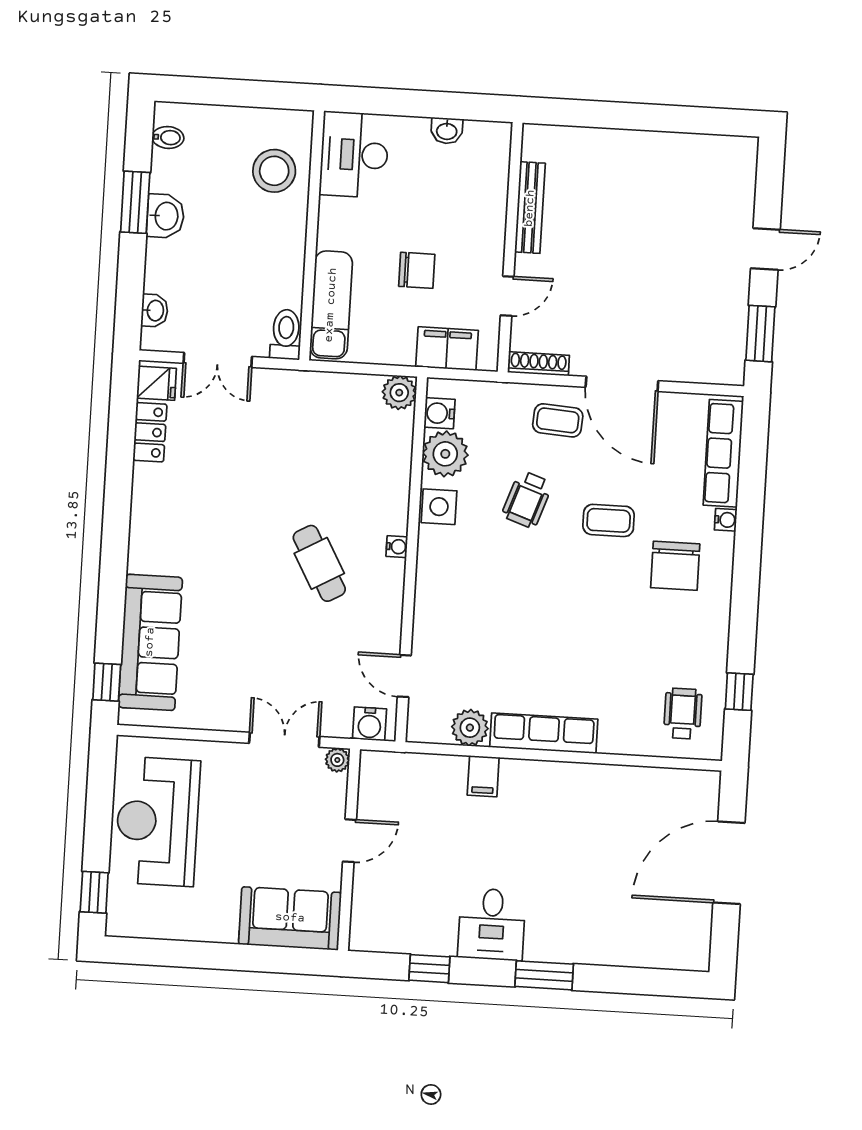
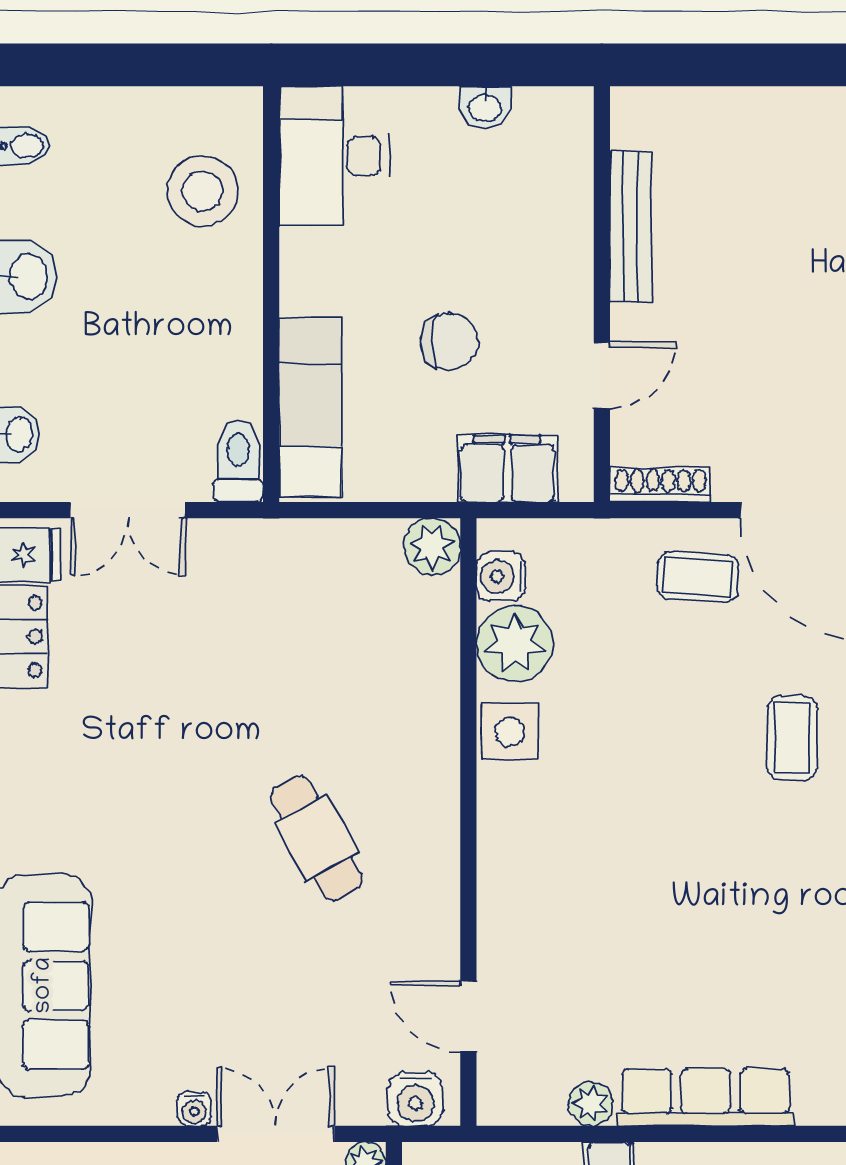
wheelchair: (527, 499) -> (655, 711), removed
coffee table: (609, 520) -> (792, 738), turned 90
water cooler: (397, 547) -> (194, 1109), moved, turned 90
plant: (470, 728) -> (591, 1104), width x0.73, depth x0.73

